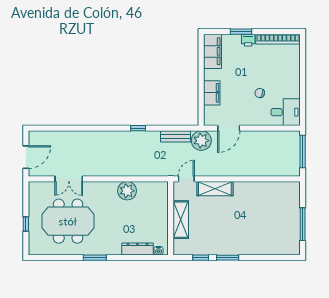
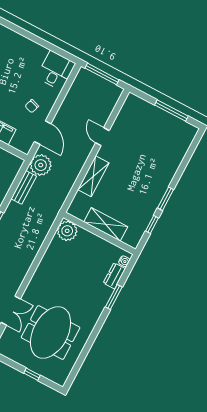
chair: (260, 93) -> (32, 106), moved
door: (186, 179) -> (102, 137), moved
plant: (127, 191) -> (67, 231), moved
dresser: (137, 249) -> (114, 276), width x0.70
window: (95, 258) -> (114, 297), moved

